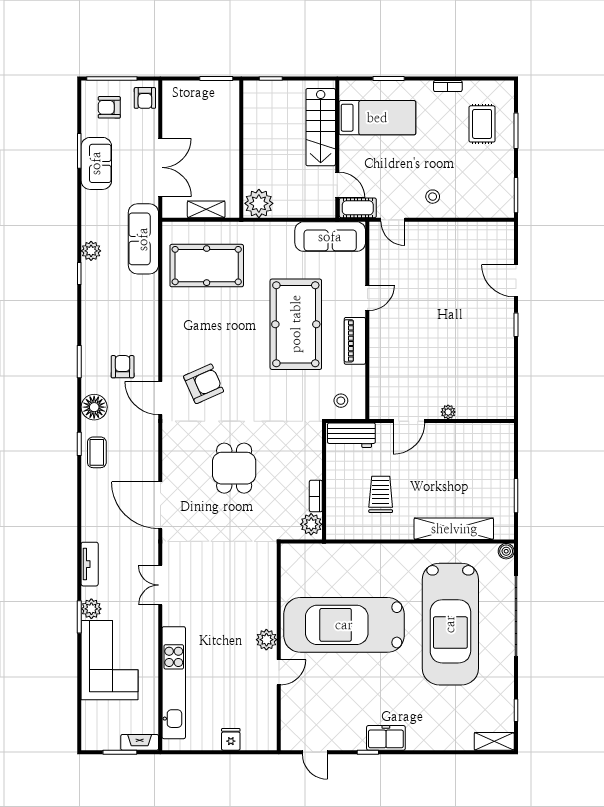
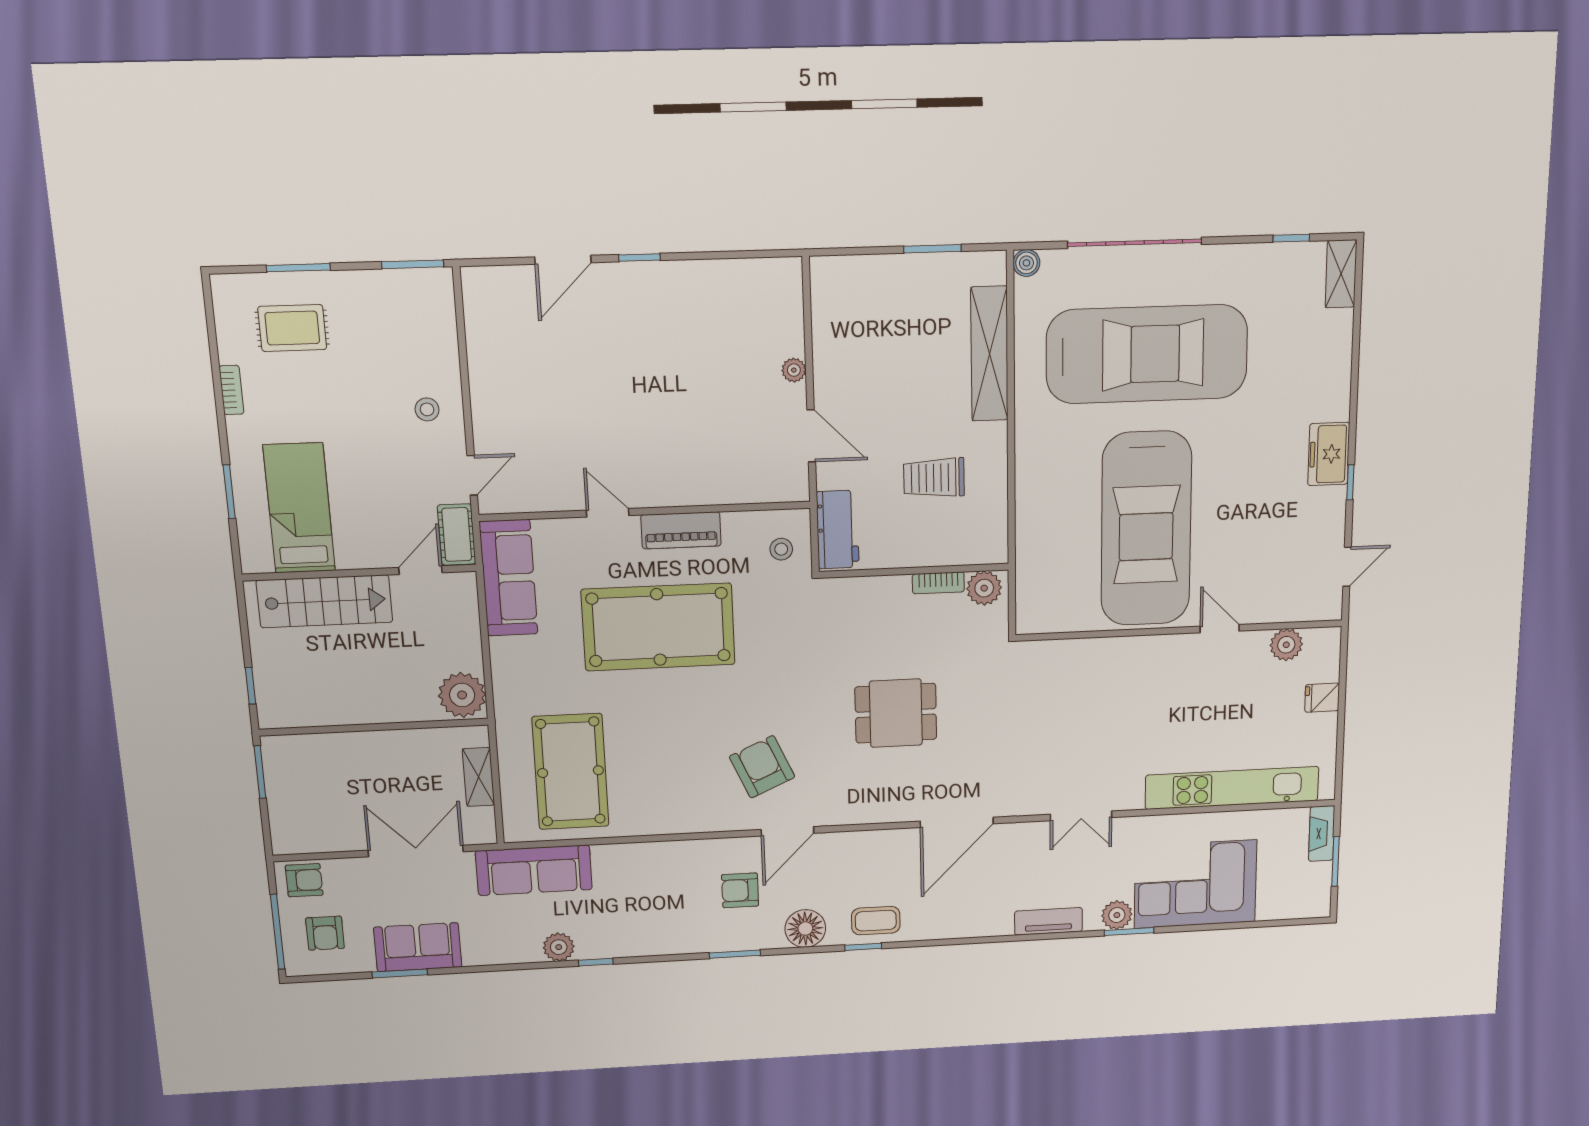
plant: (266, 640) -> (1286, 645), moved

